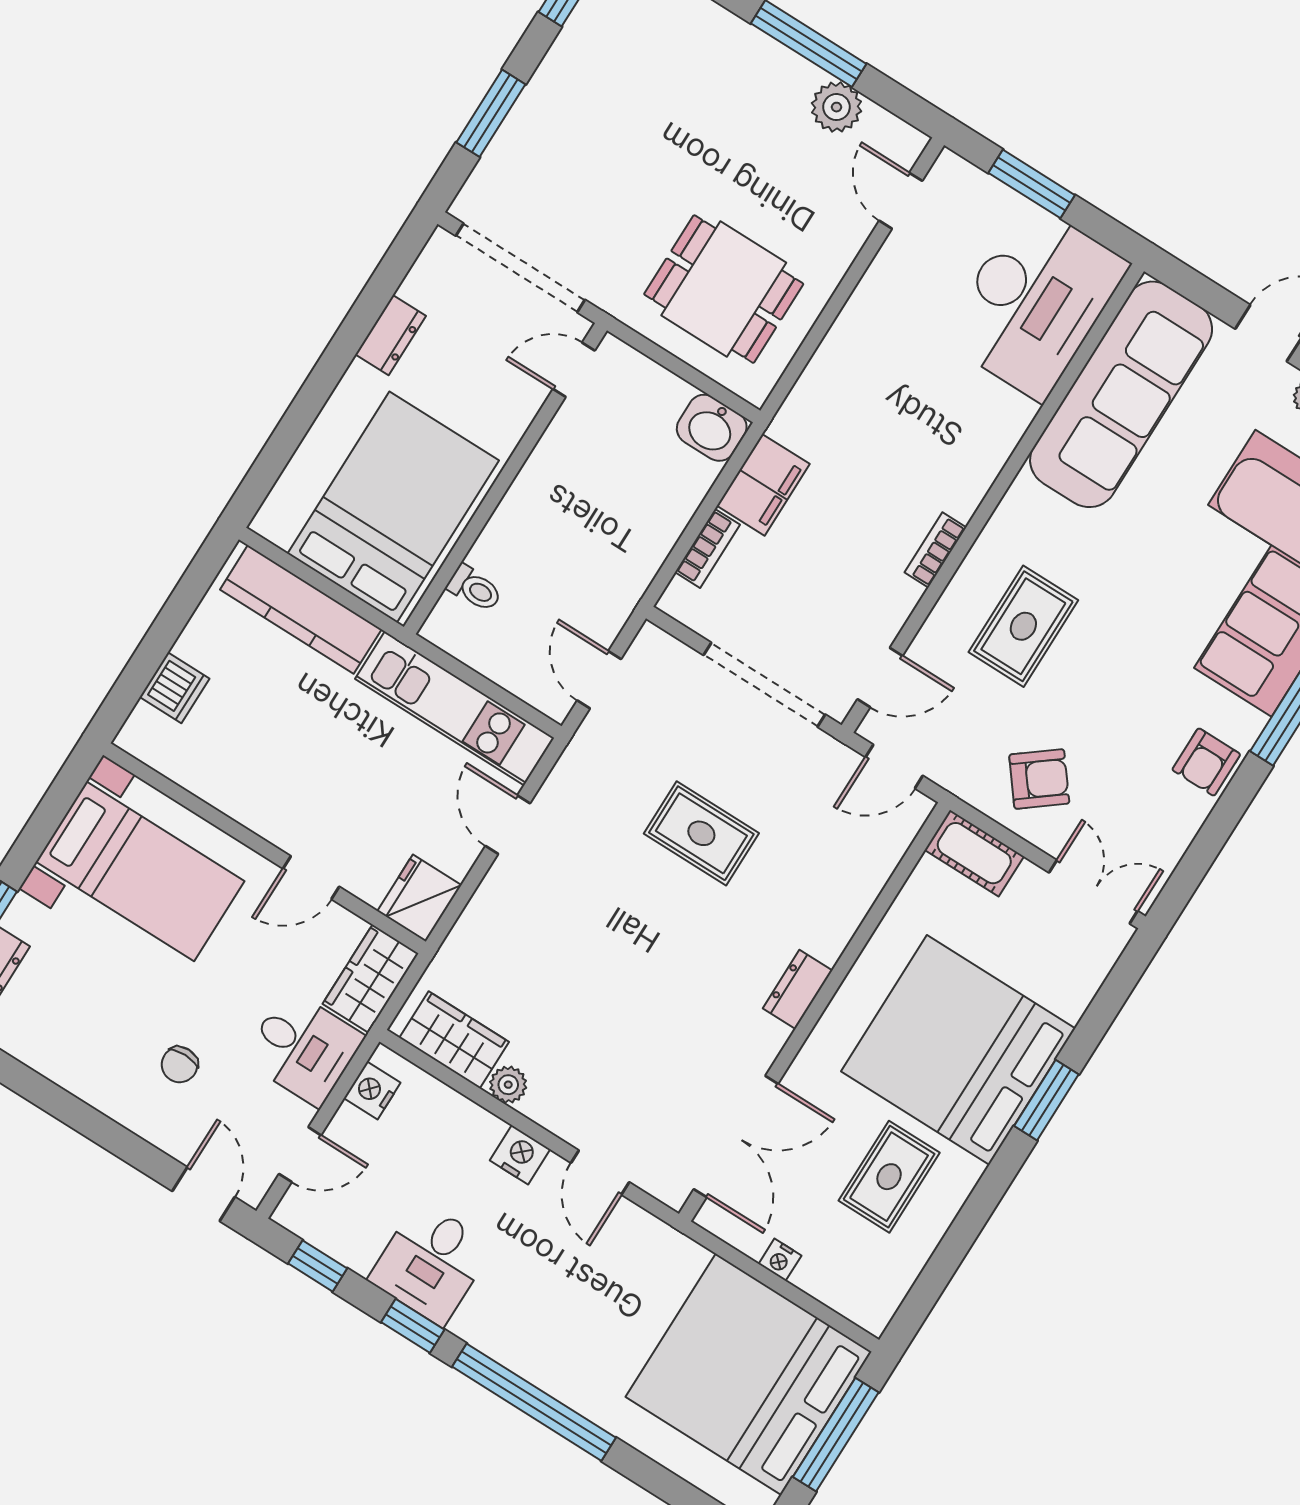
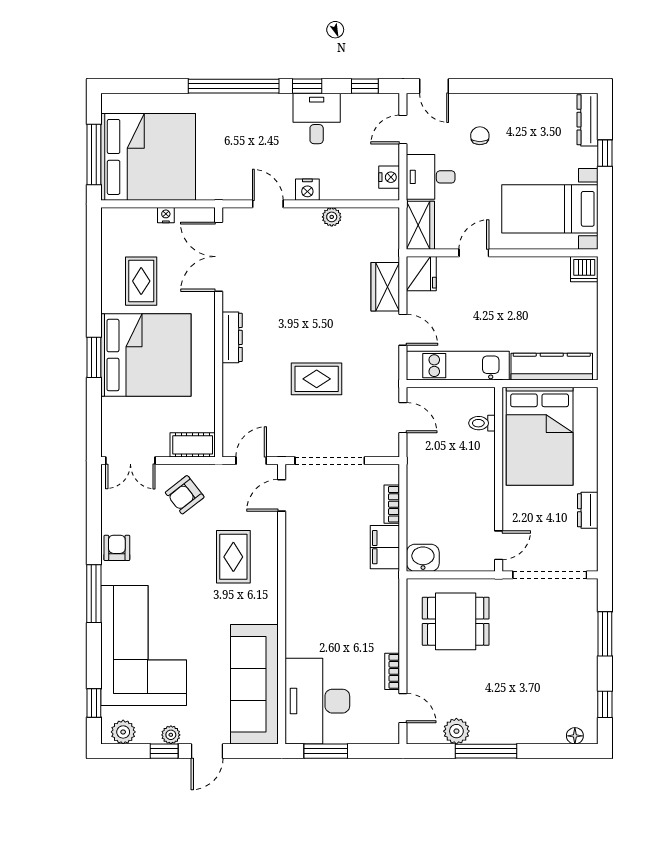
window: (1032, 184) -> (326, 751), moved
bookcase: (935, 550) -> (392, 671), moved, turned 180
dishwasher: (175, 688) -> (584, 269), moved, turned -90
dresser: (798, 989) -> (232, 337), width x1.44
wardrobe: (454, 1040) -> (385, 287), moved, turned 90

